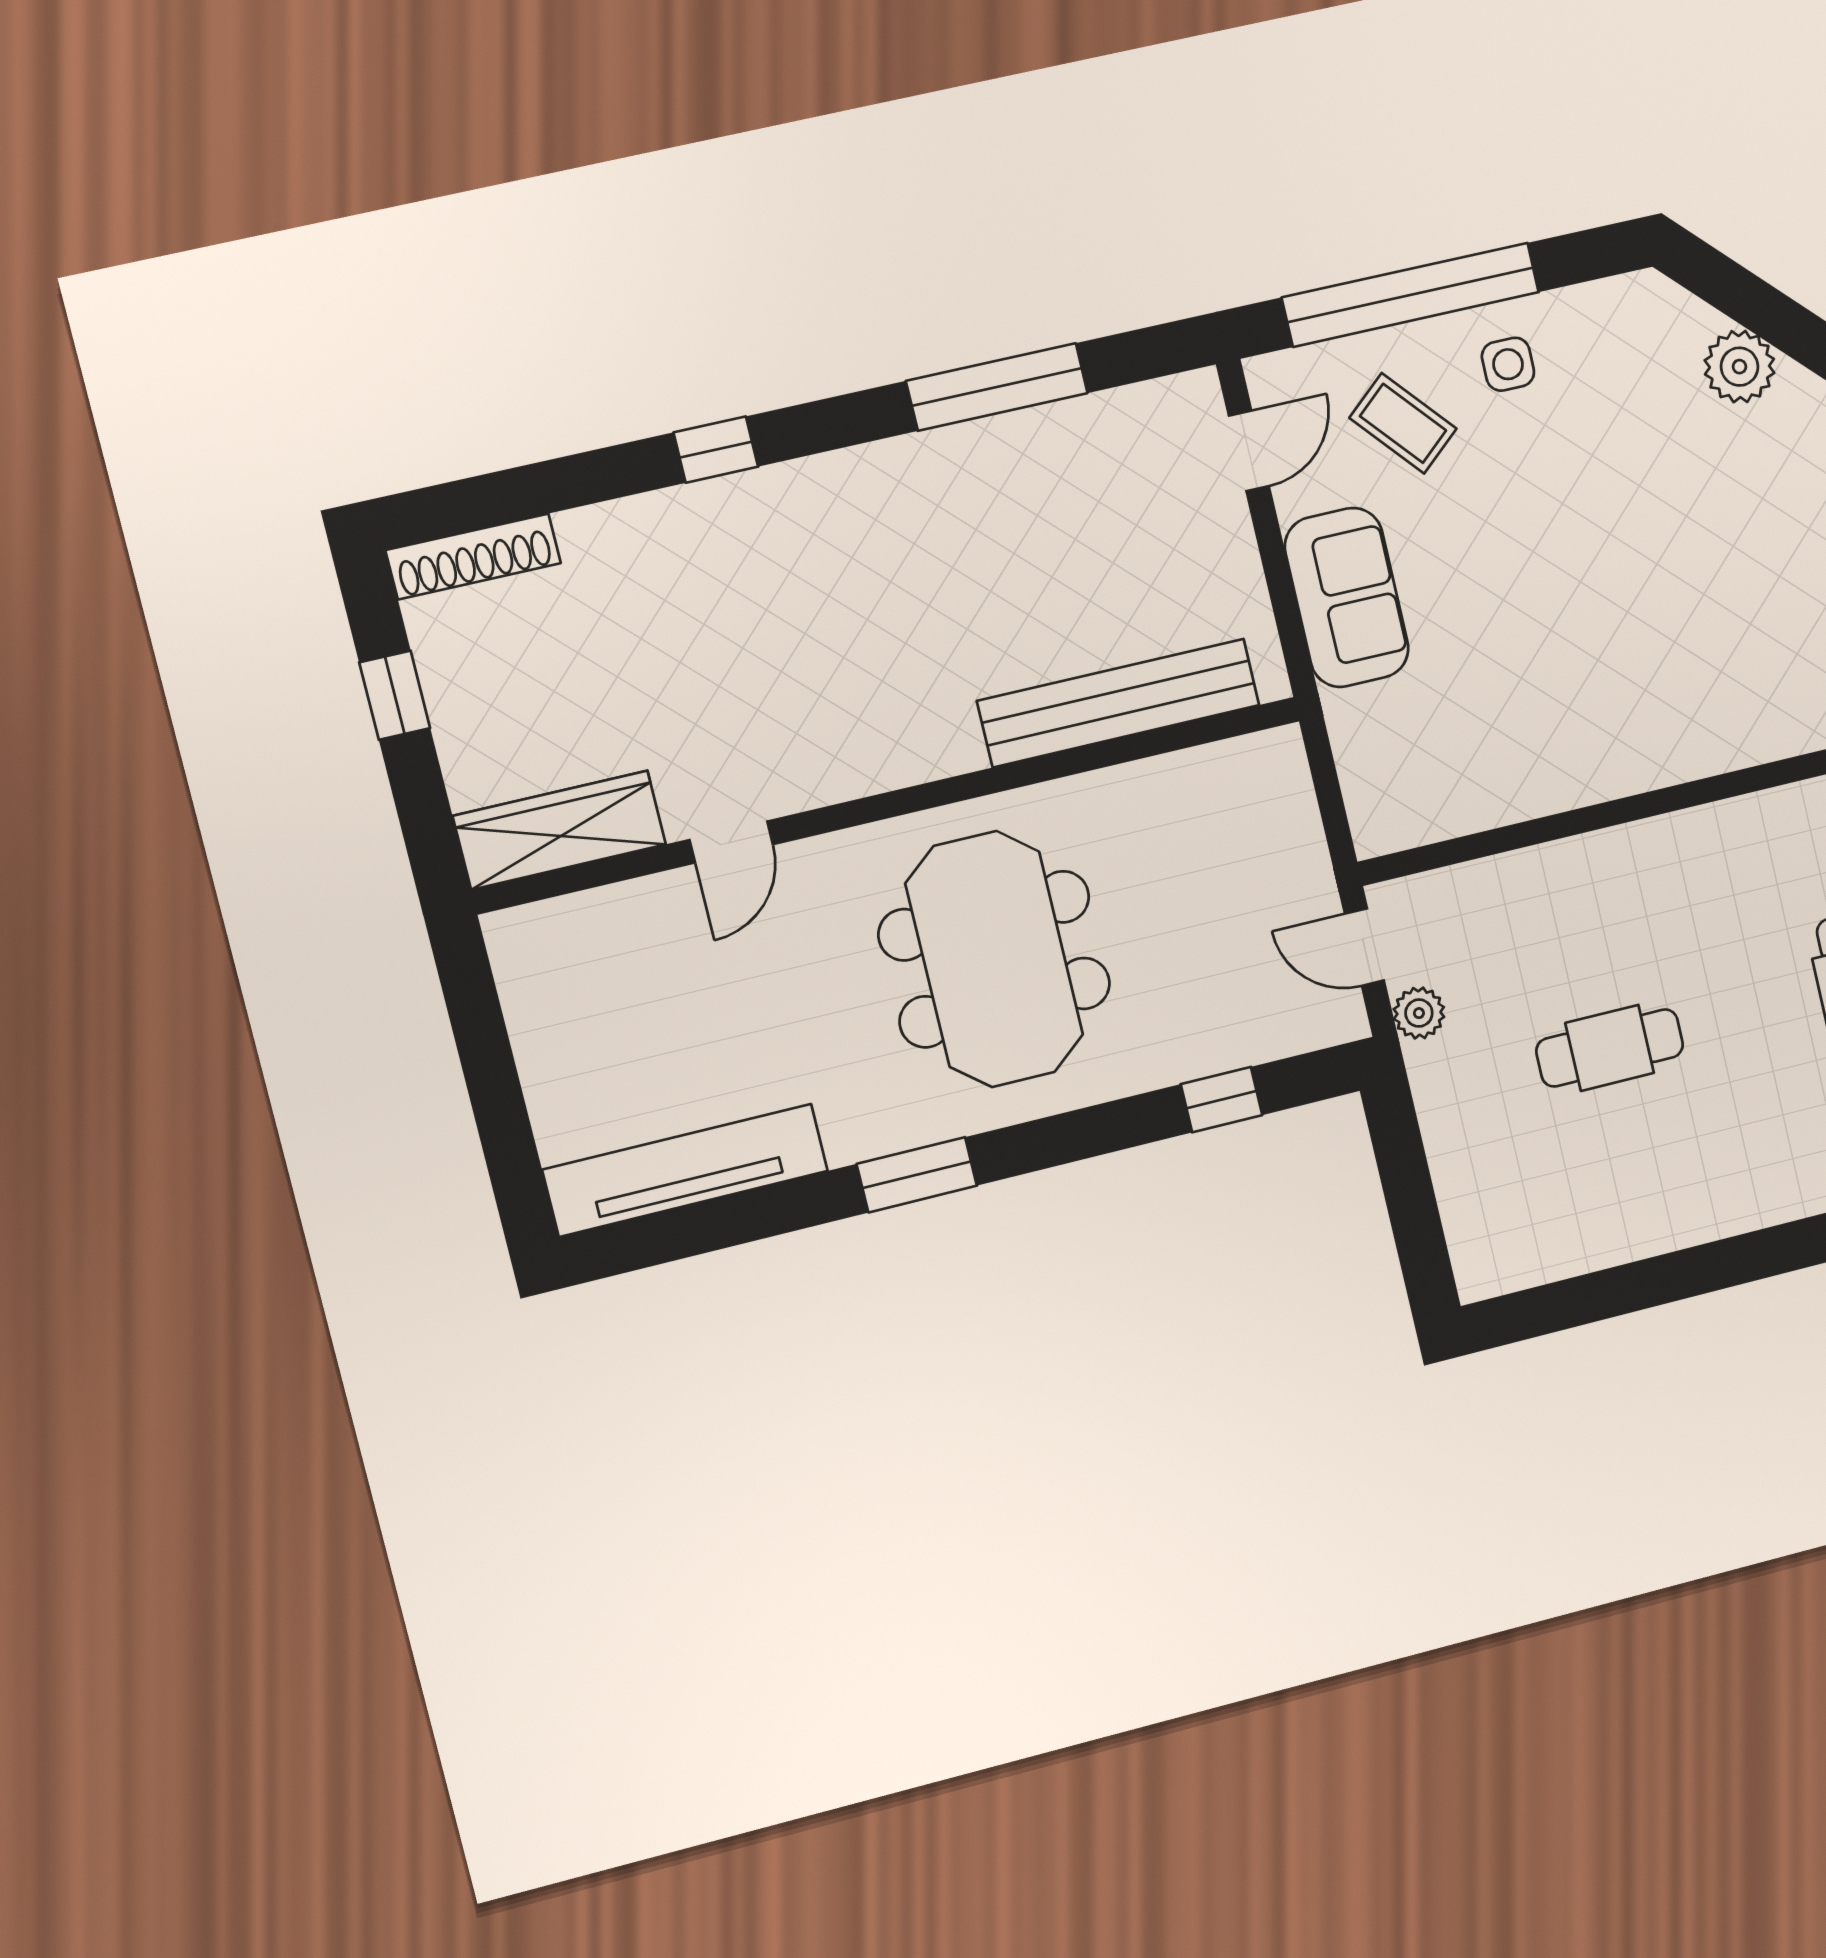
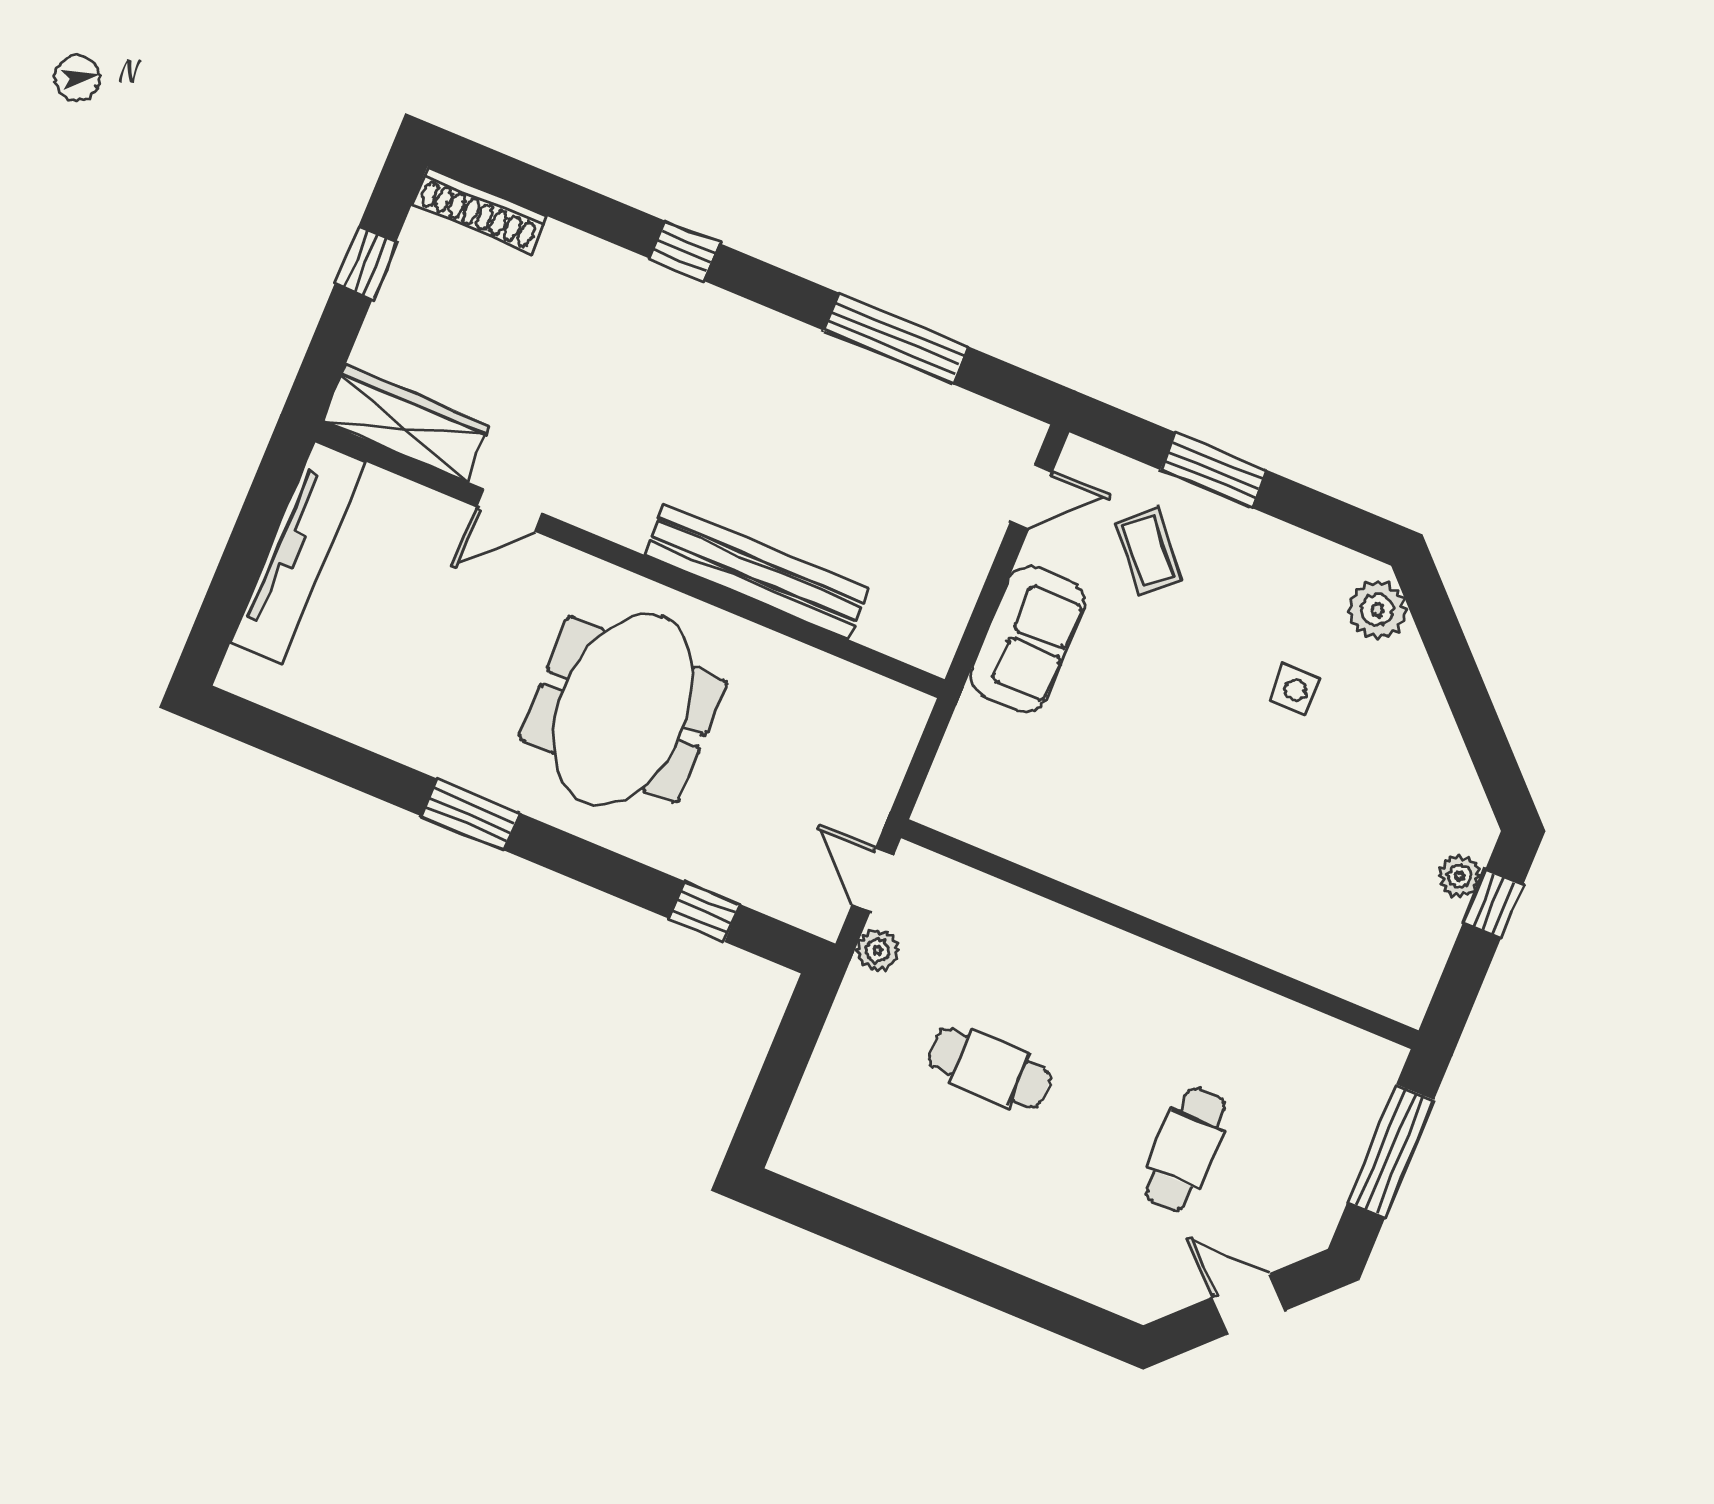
window: (1411, 295) -> (1214, 470), width x0.47
side table: (1508, 364) -> (1295, 690), moved
plant: (1739, 367) -> (1377, 610), moved
bench: (1119, 703) -> (757, 572), moved
tv unit: (685, 1170) -> (298, 552), moved, turned 90

